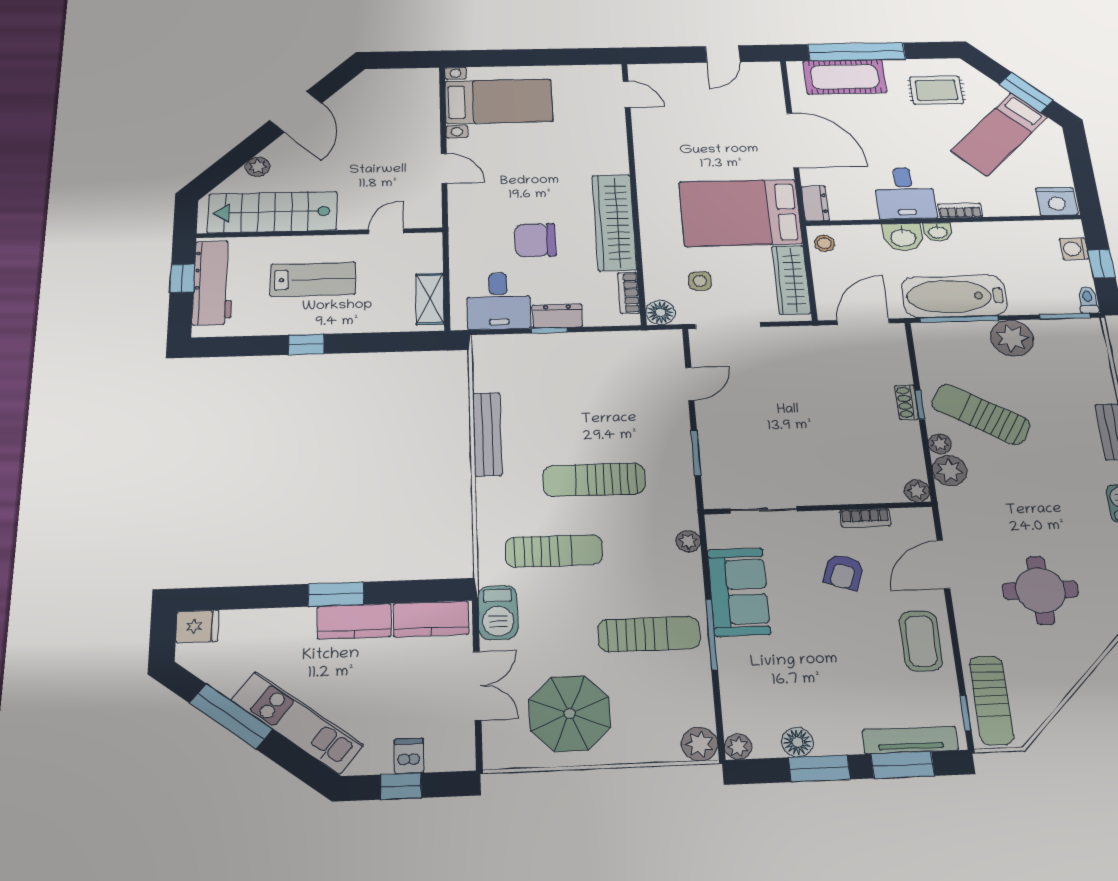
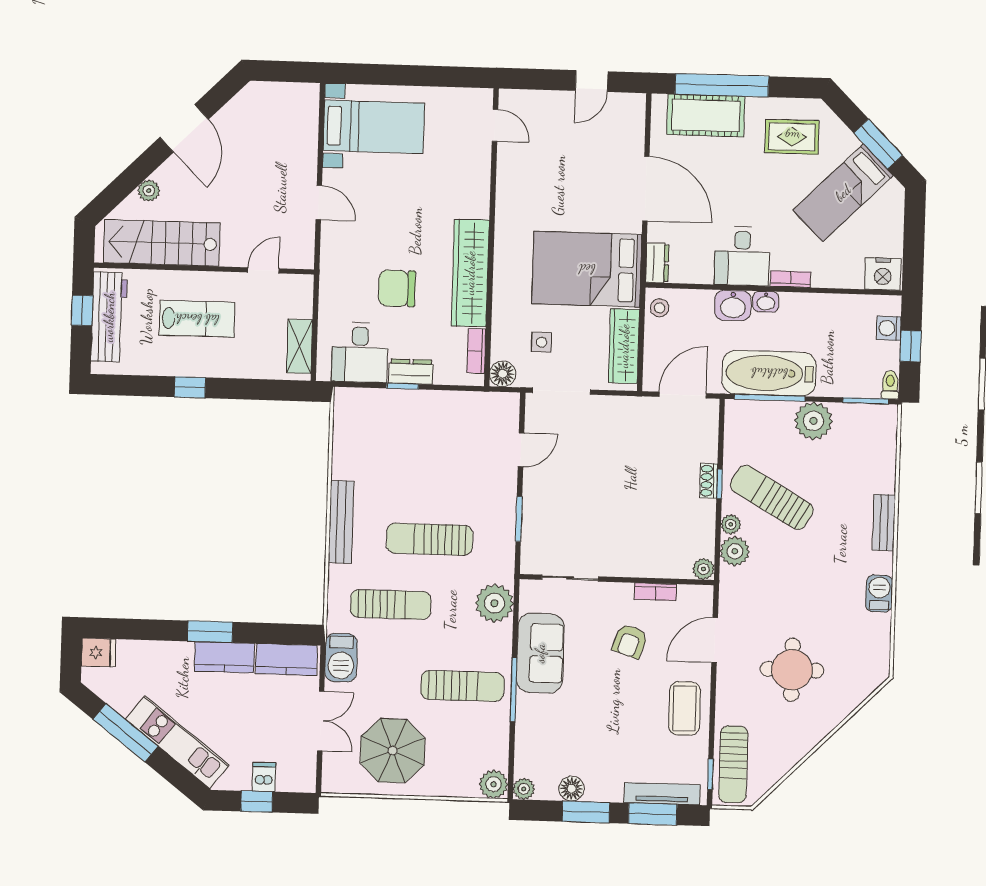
bench: (487, 434) -> (341, 522), moved
plant: (688, 541) -> (494, 603), width x1.88, depth x1.88

